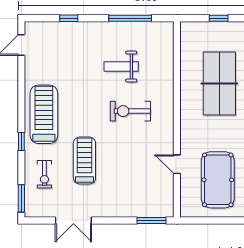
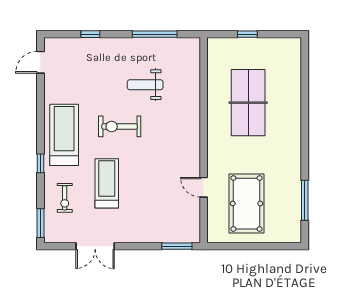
exercise bike: (130, 111) -> (120, 126), moved

